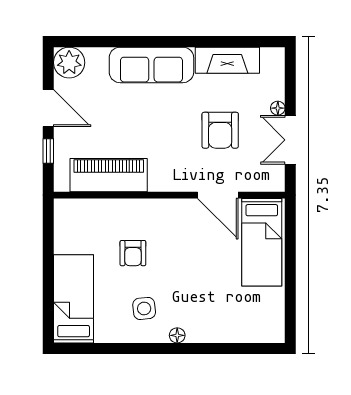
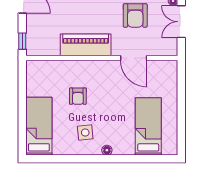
window: (48, 151) -> (22, 41), moved
piano: (109, 175) -> (86, 45), moved
bed: (262, 242) -> (148, 126), moved, turned 180

